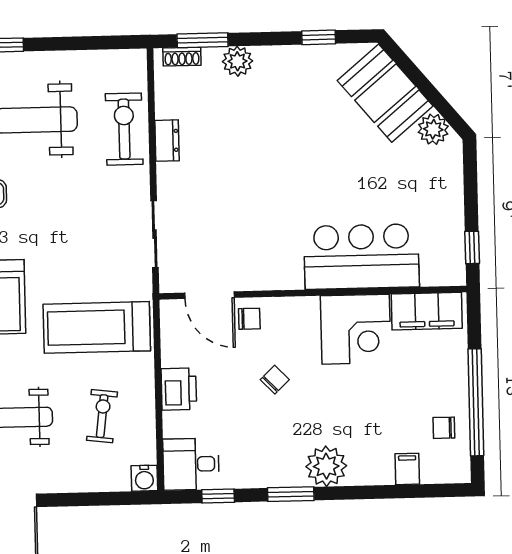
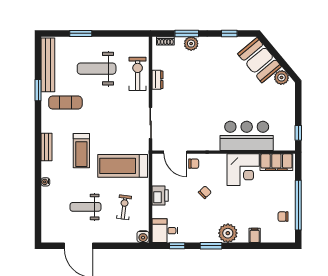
window: (203, 40) -> (187, 33), moved
filing cabinet: (407, 469) -> (255, 235), moved

